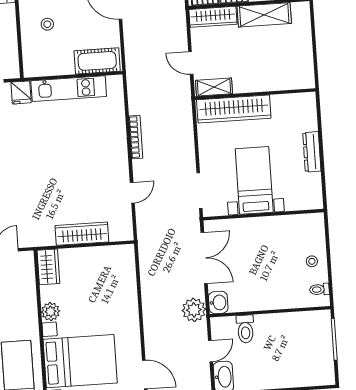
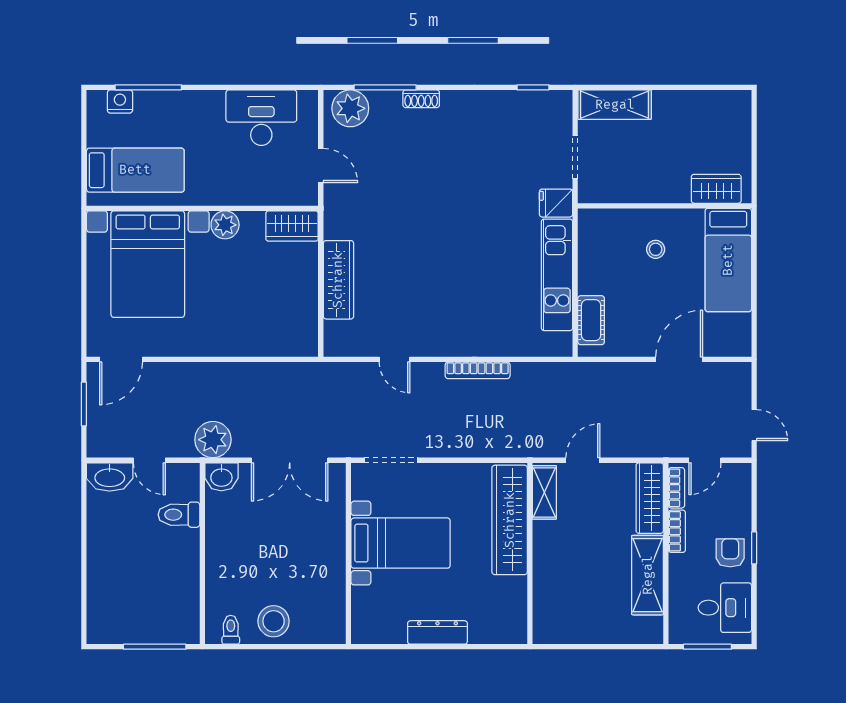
cot: (97, 61) -> (591, 320), width x0.73, depth x0.75
stool: (312, 261) -> (274, 621), width x1.89, depth x1.89

